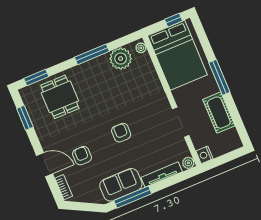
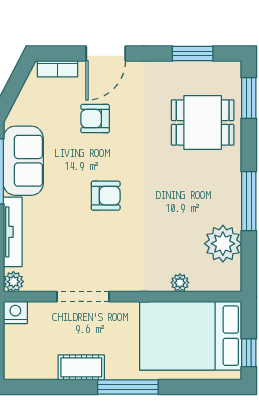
plant: (141, 48) -> (180, 283), moved
cot: (219, 113) -> (81, 367), width x0.73, depth x0.75
armchair: (82, 156) -> (95, 119), turned 180

